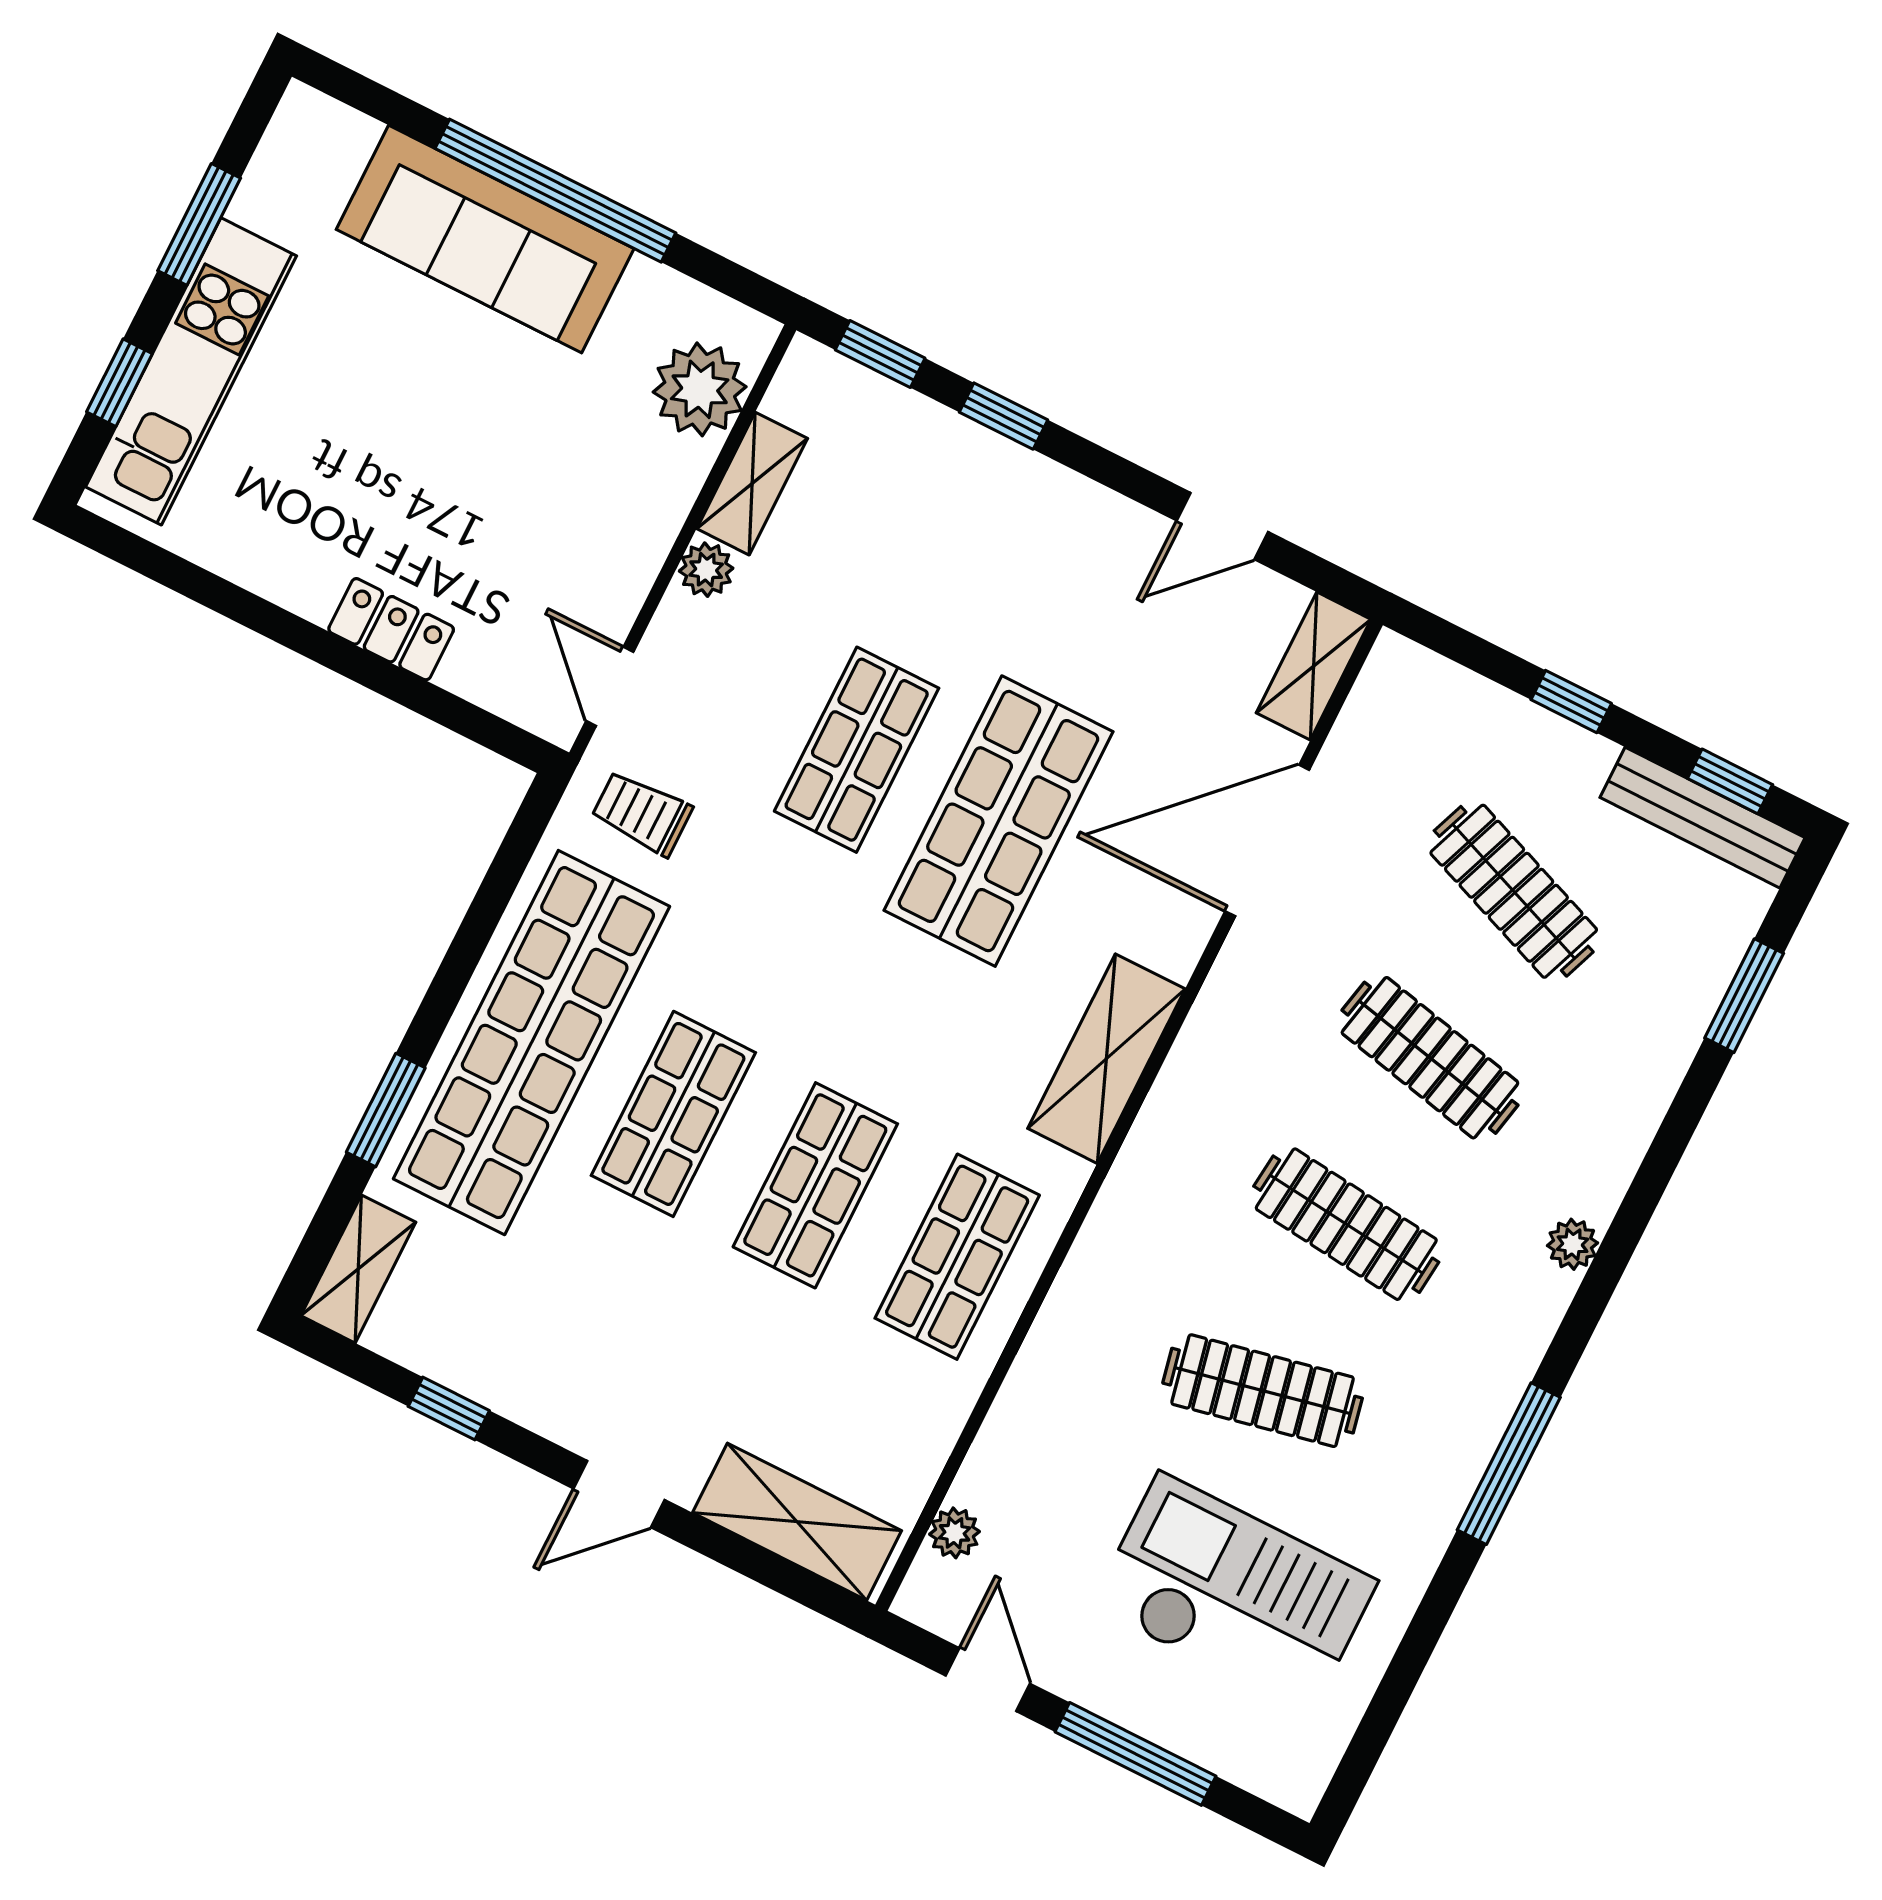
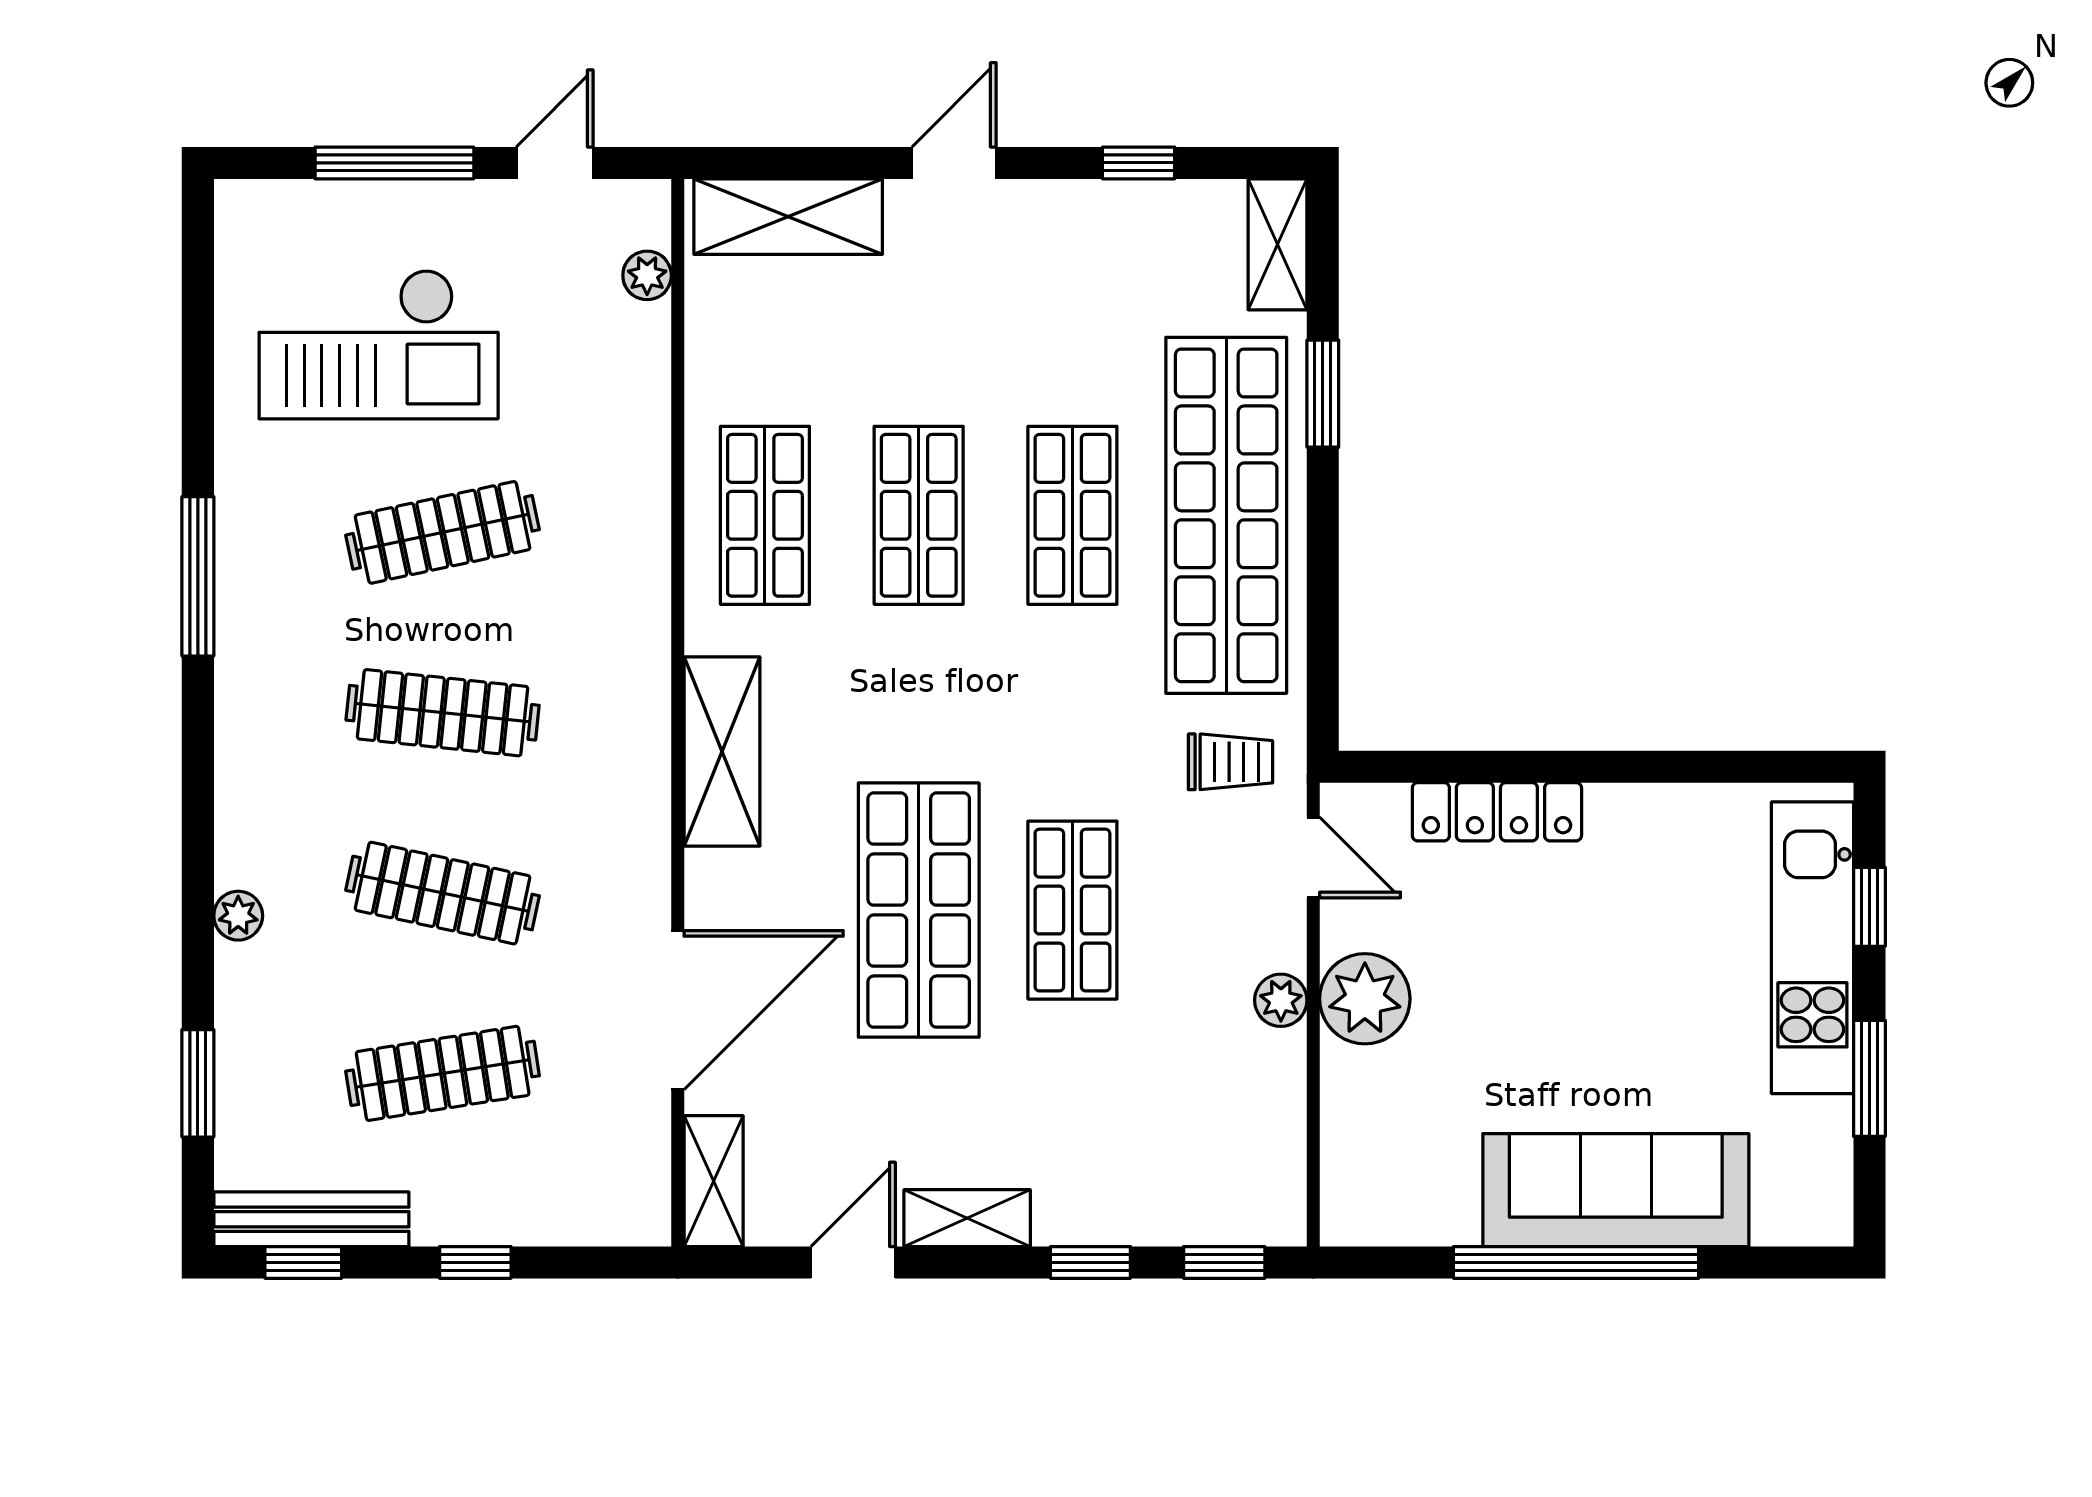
plant: (700, 389) -> (1365, 999), moved
shelving: (752, 484) -> (967, 1218), moved, turned 90
locker: (391, 629) -> (1497, 812), width x1.53
clothes rail: (1514, 891) -> (443, 1073), turned -30
plant: (1573, 1244) -> (238, 916), moved
door: (988, 1680) -> (555, 163), swing flipped

